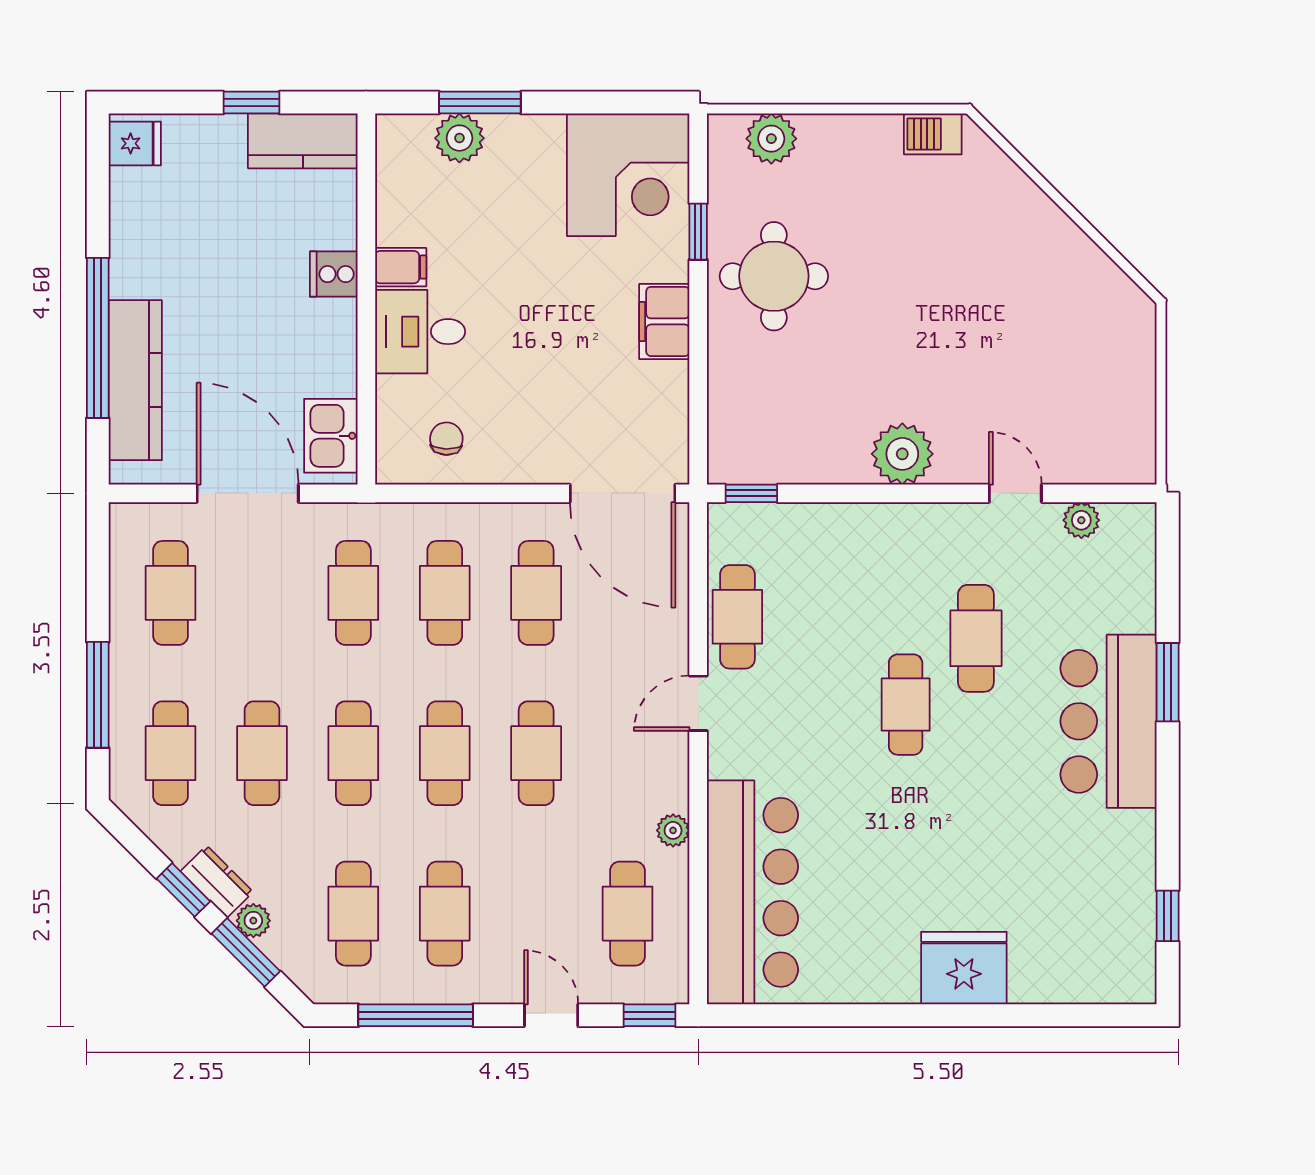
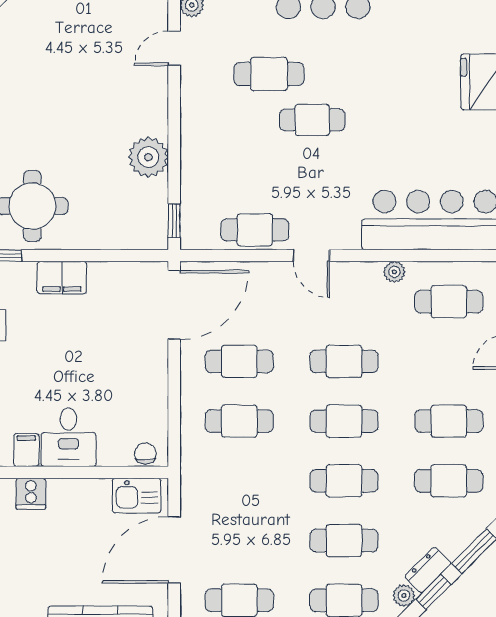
chair: (446, 439) -> (145, 453), moved, turned 88
plant: (902, 454) -> (148, 157), moved
cafe table: (353, 593) -> (239, 481), removed
plant: (253, 921) -> (404, 596), moved

